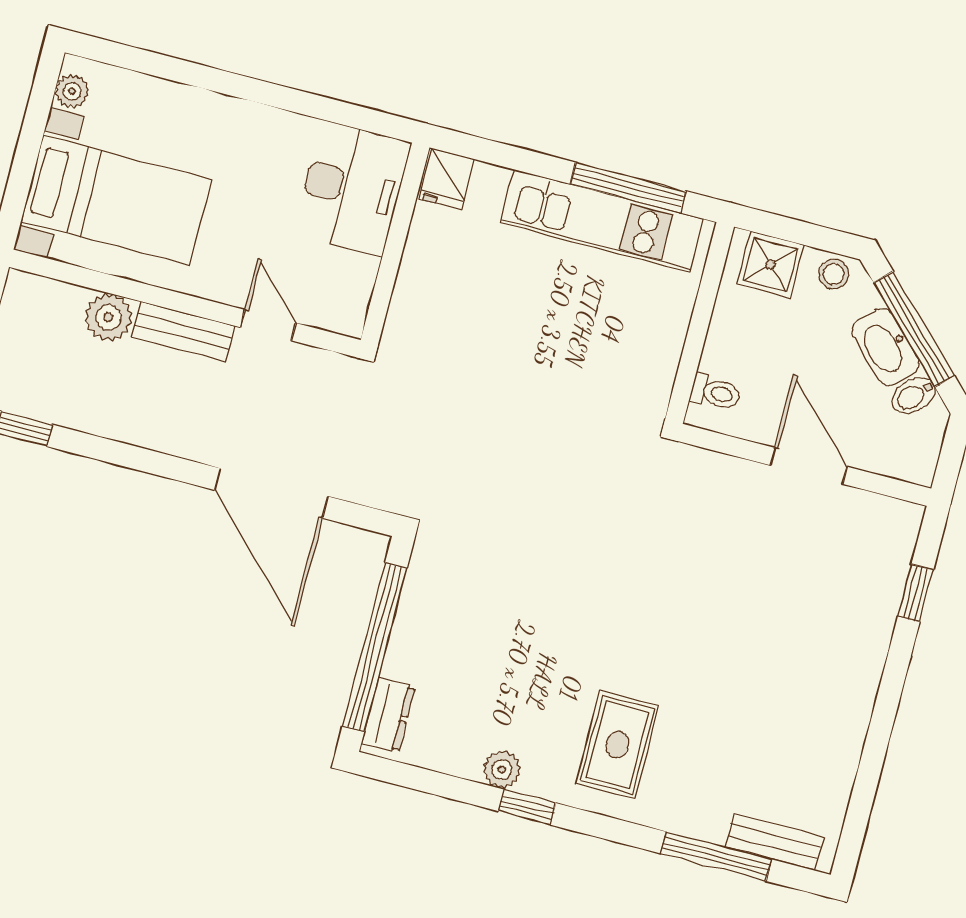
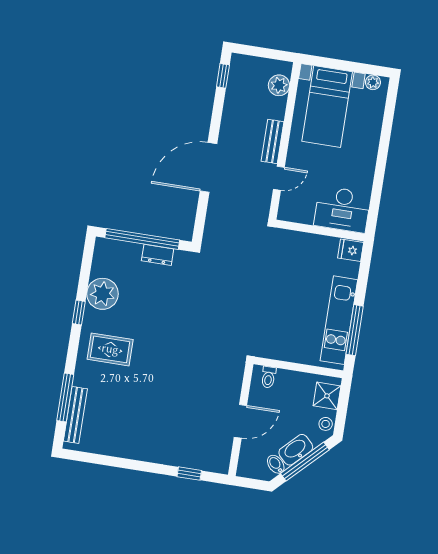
plant: (108, 317) -> (279, 85), moved
door: (271, 493) -> (208, 167), moved
dresser: (388, 715) -> (158, 255), moved
plant: (502, 770) -> (103, 294), width x1.88, depth x1.88
bench: (774, 842) -> (75, 415), width x1.36

